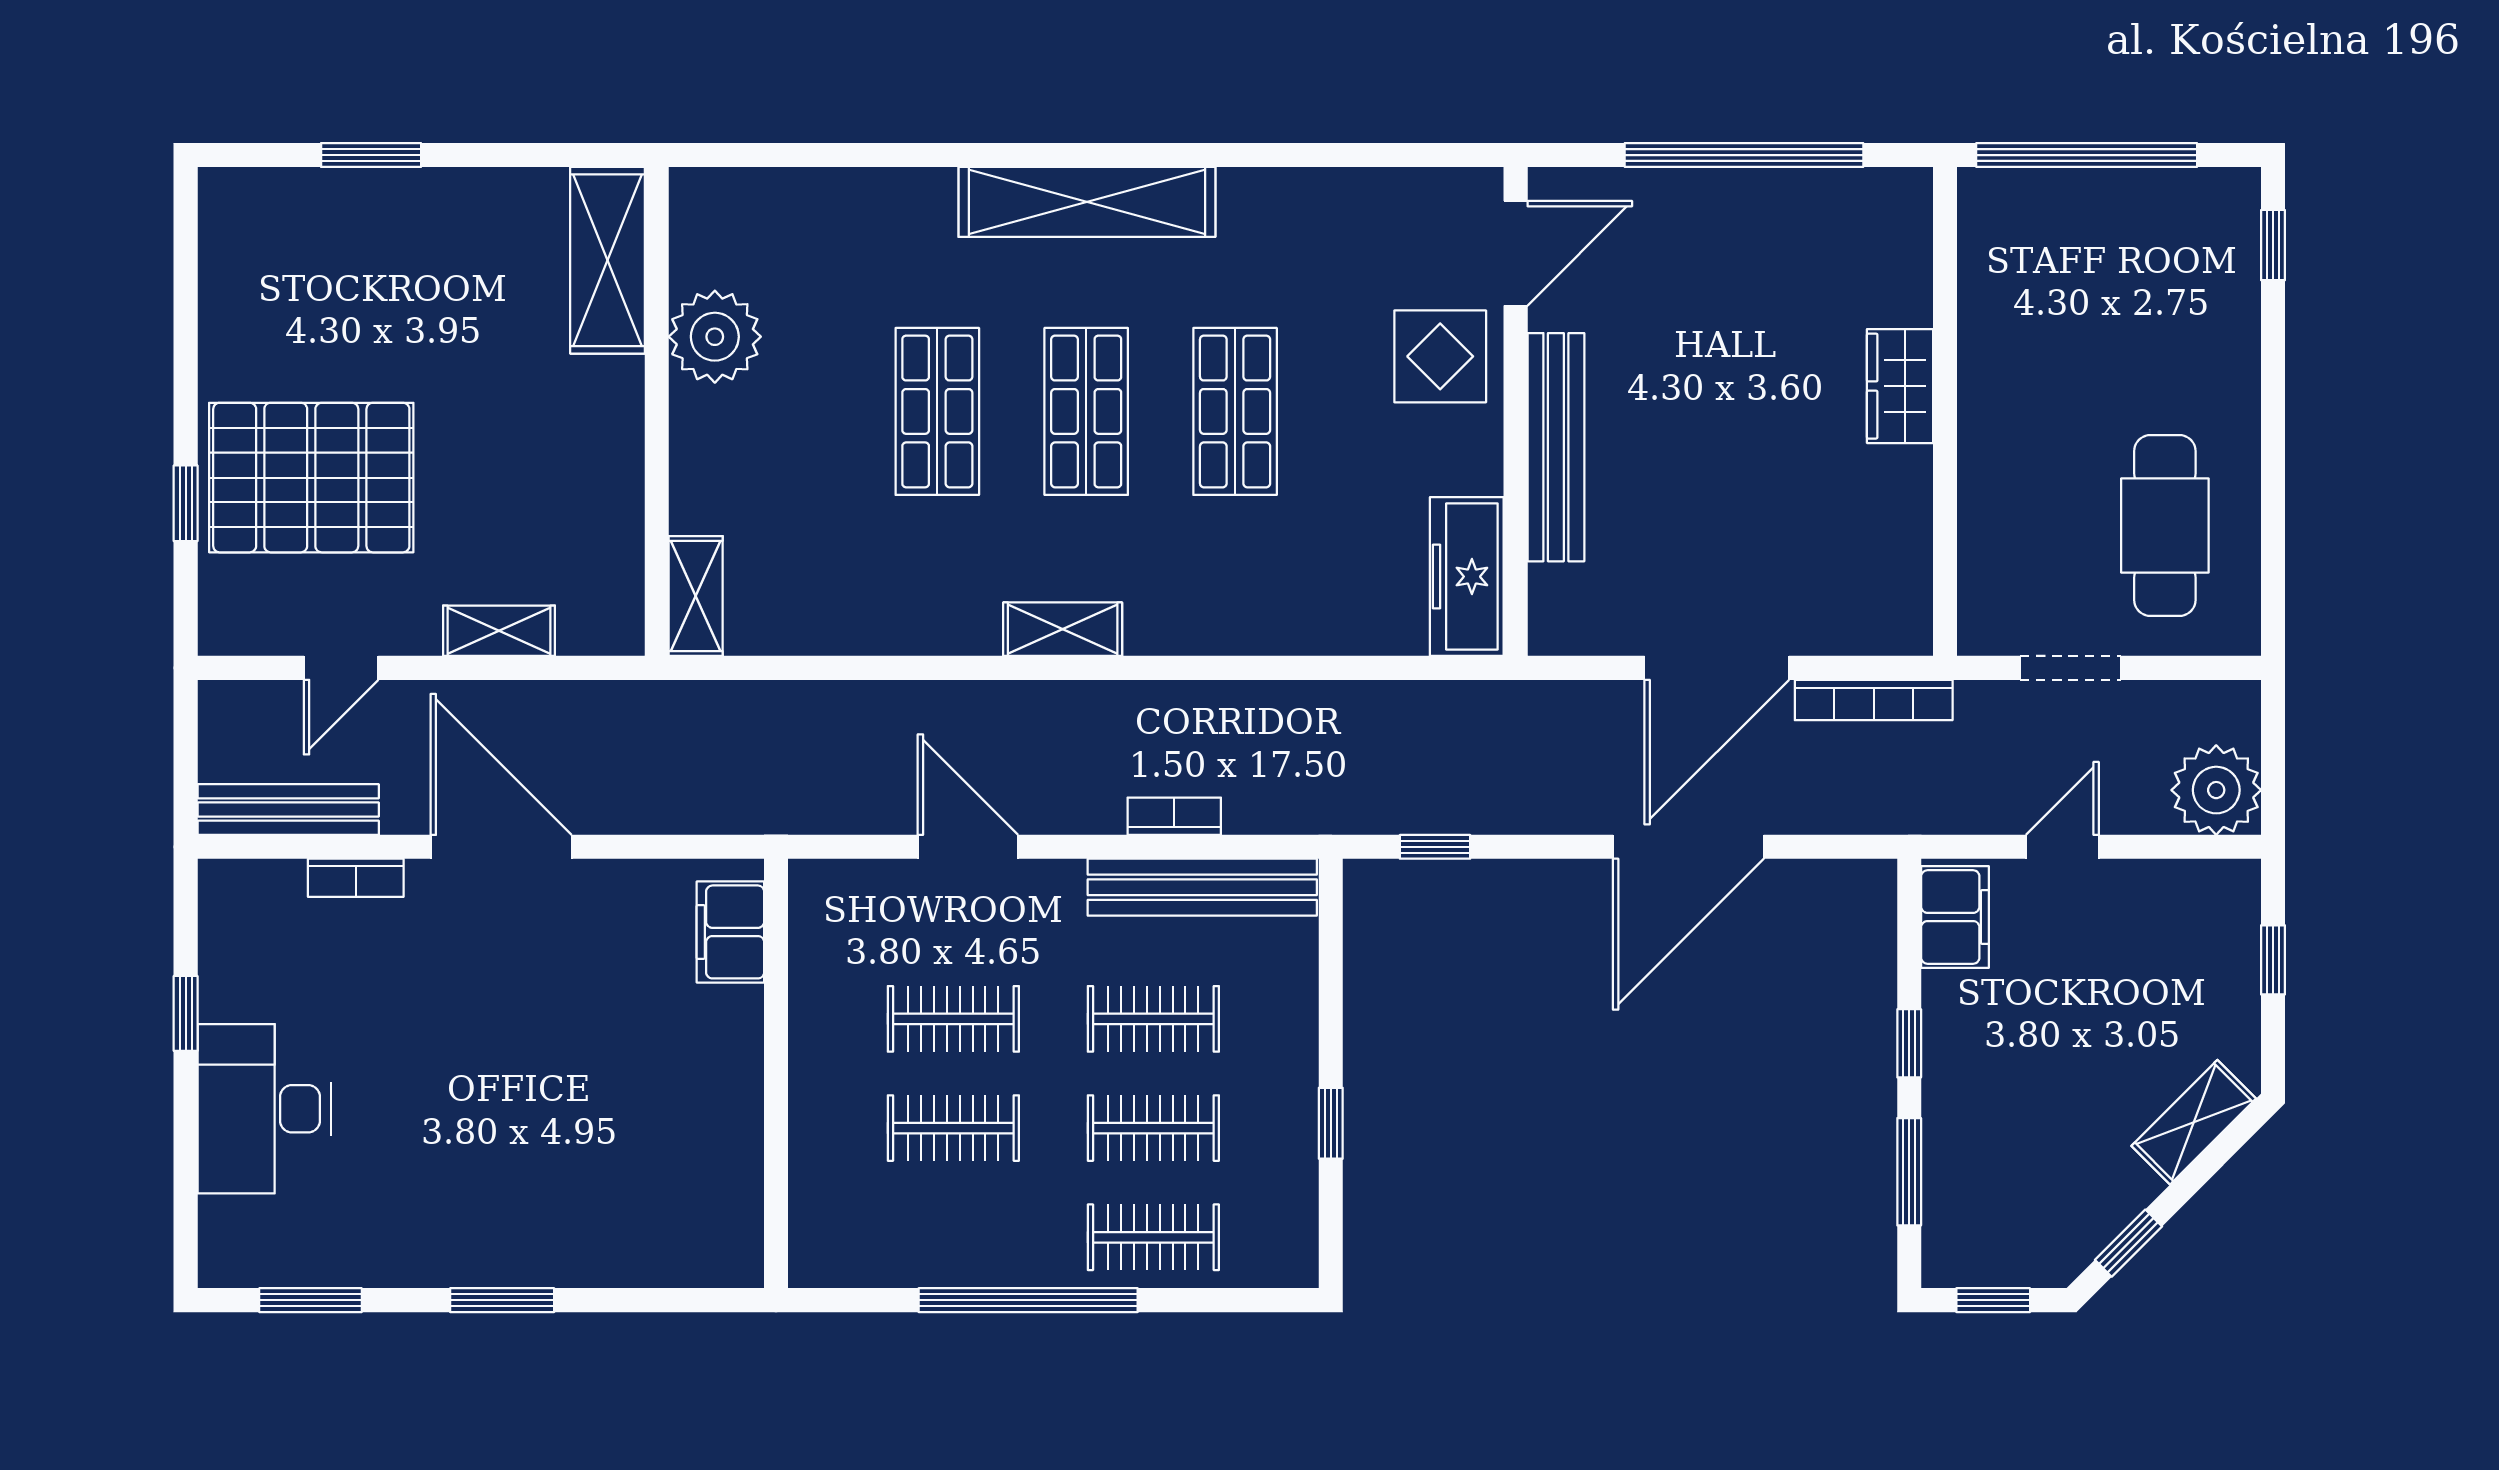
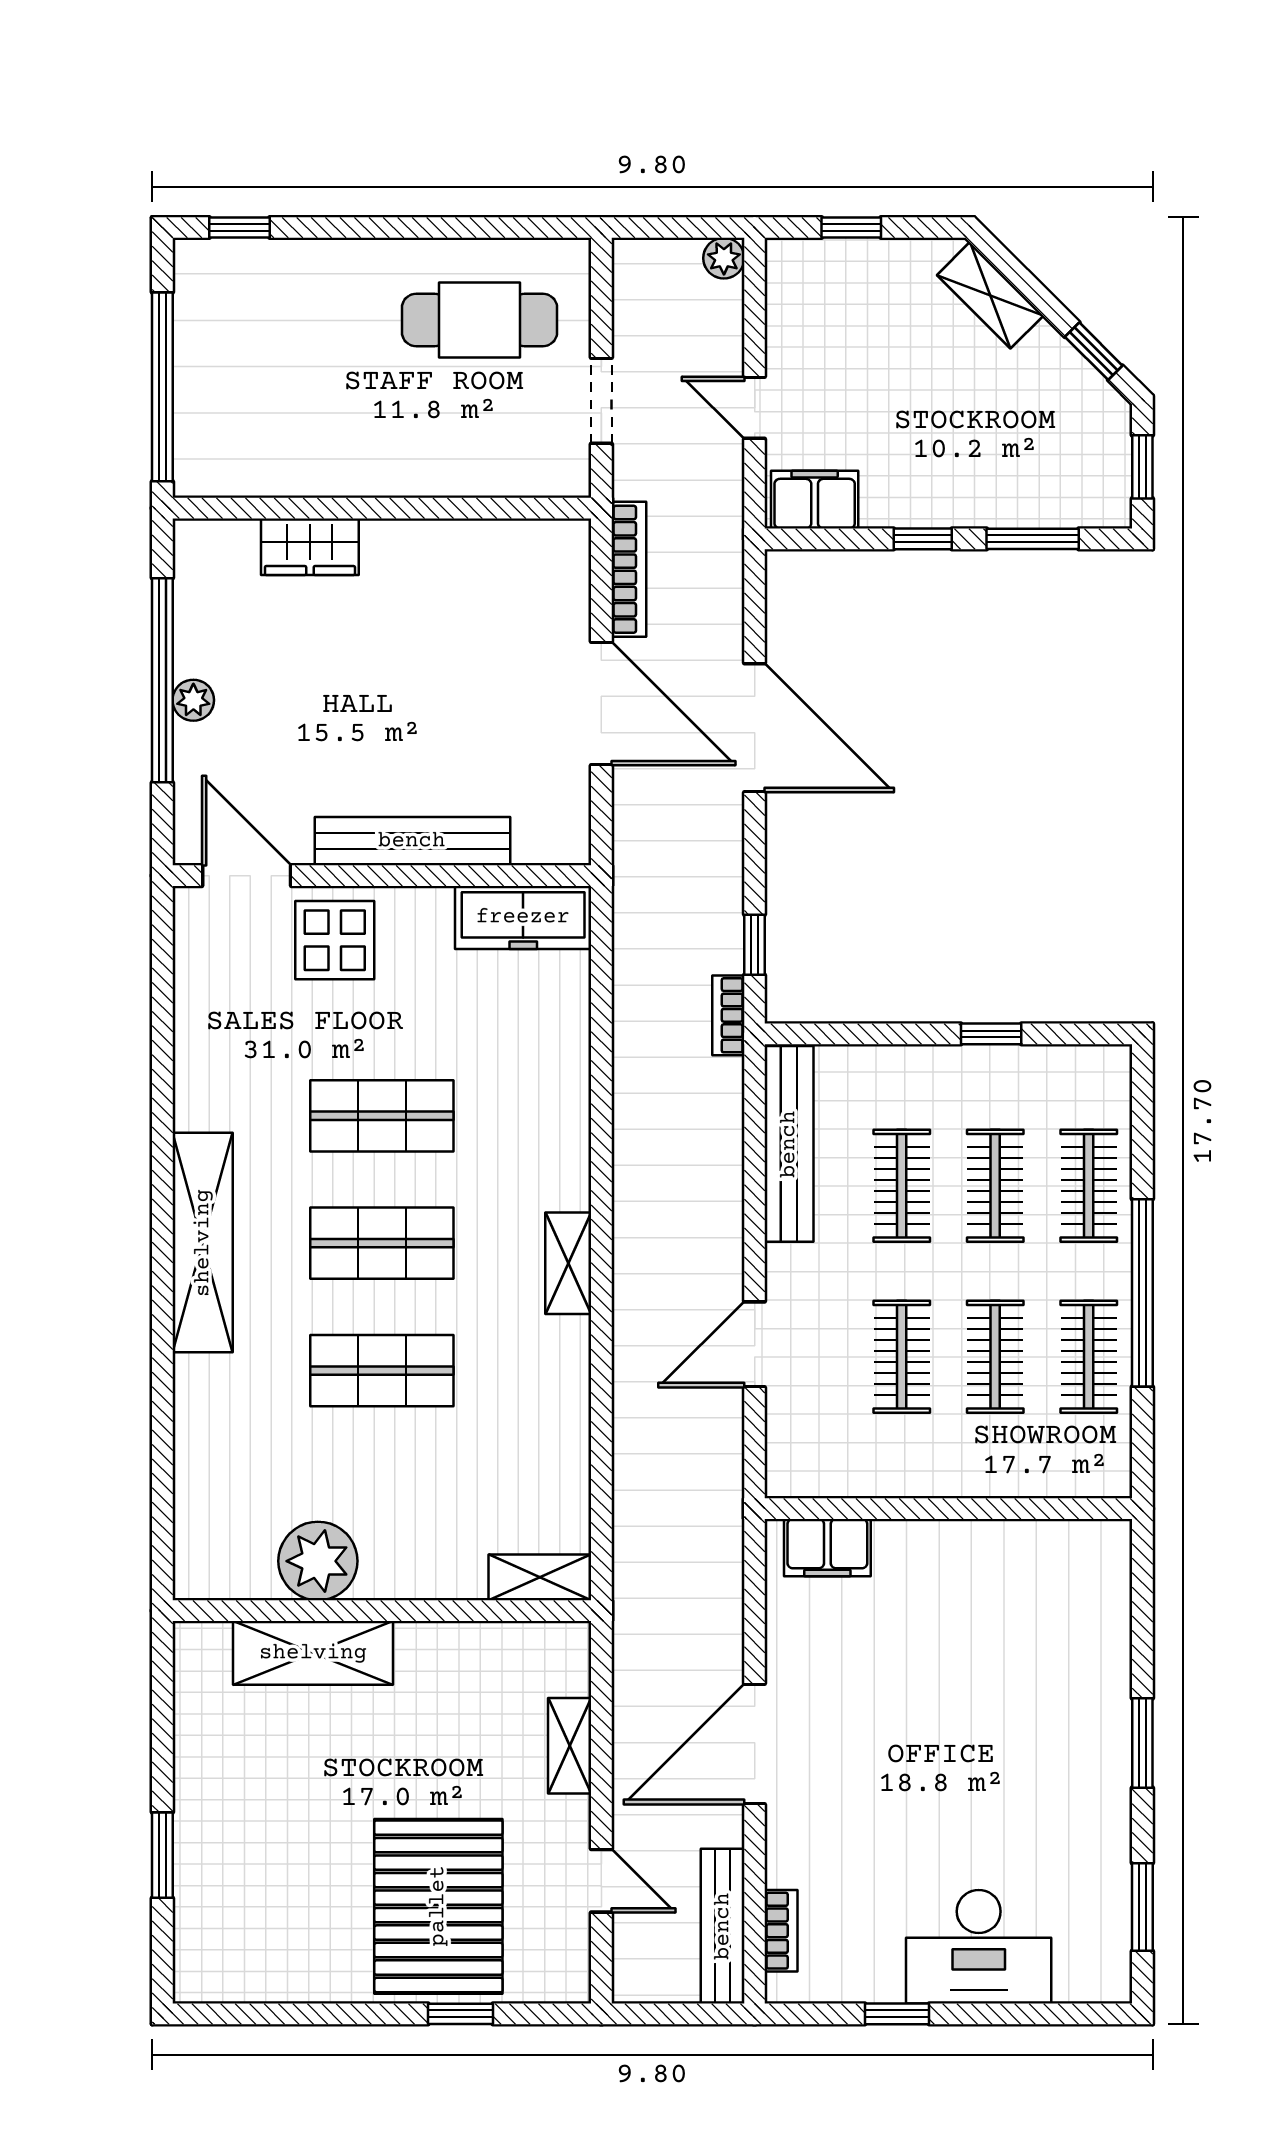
plant: (1721, 191) -> (193, 700), added
shelving: (608, 260) -> (313, 1653), moved
wardrobe: (1900, 386) -> (310, 547), moved
plant: (2216, 790) -> (724, 258), width x0.53, depth x0.53
bookcase: (1174, 816) -> (728, 1015), moved
bookcase: (356, 878) -> (781, 1931), moved
clothes rail: (953, 1237) -> (1089, 1357), added

